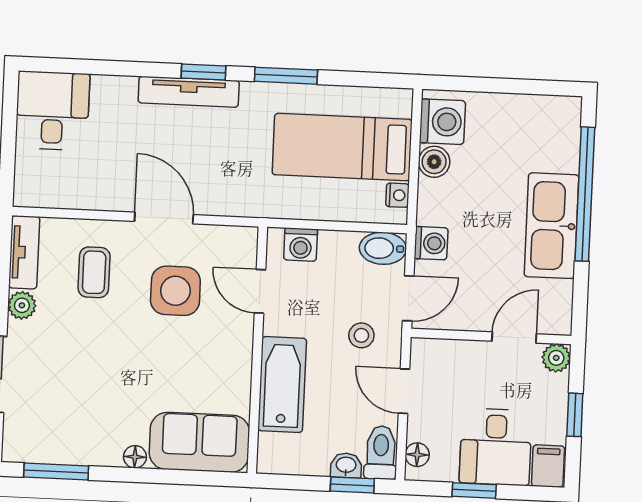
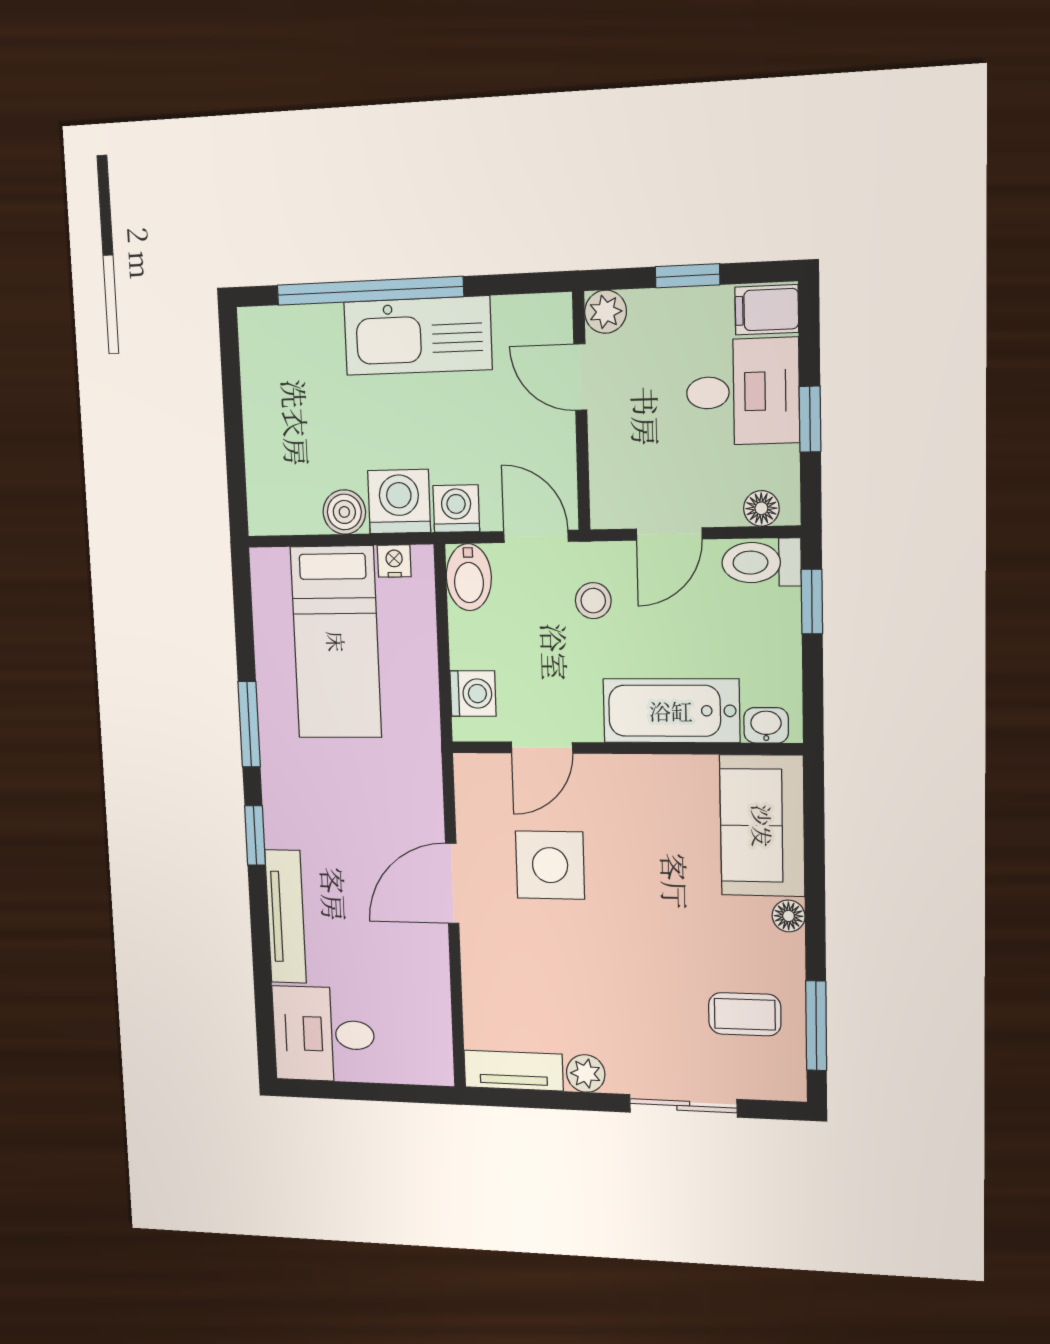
tv unit: (189, 92) -> (286, 917), moved
washing machine: (442, 122) -> (399, 502), moved
coffee table: (94, 272) -> (745, 1014), moved
washbasin: (346, 465) -> (766, 725), moved, turned 90

